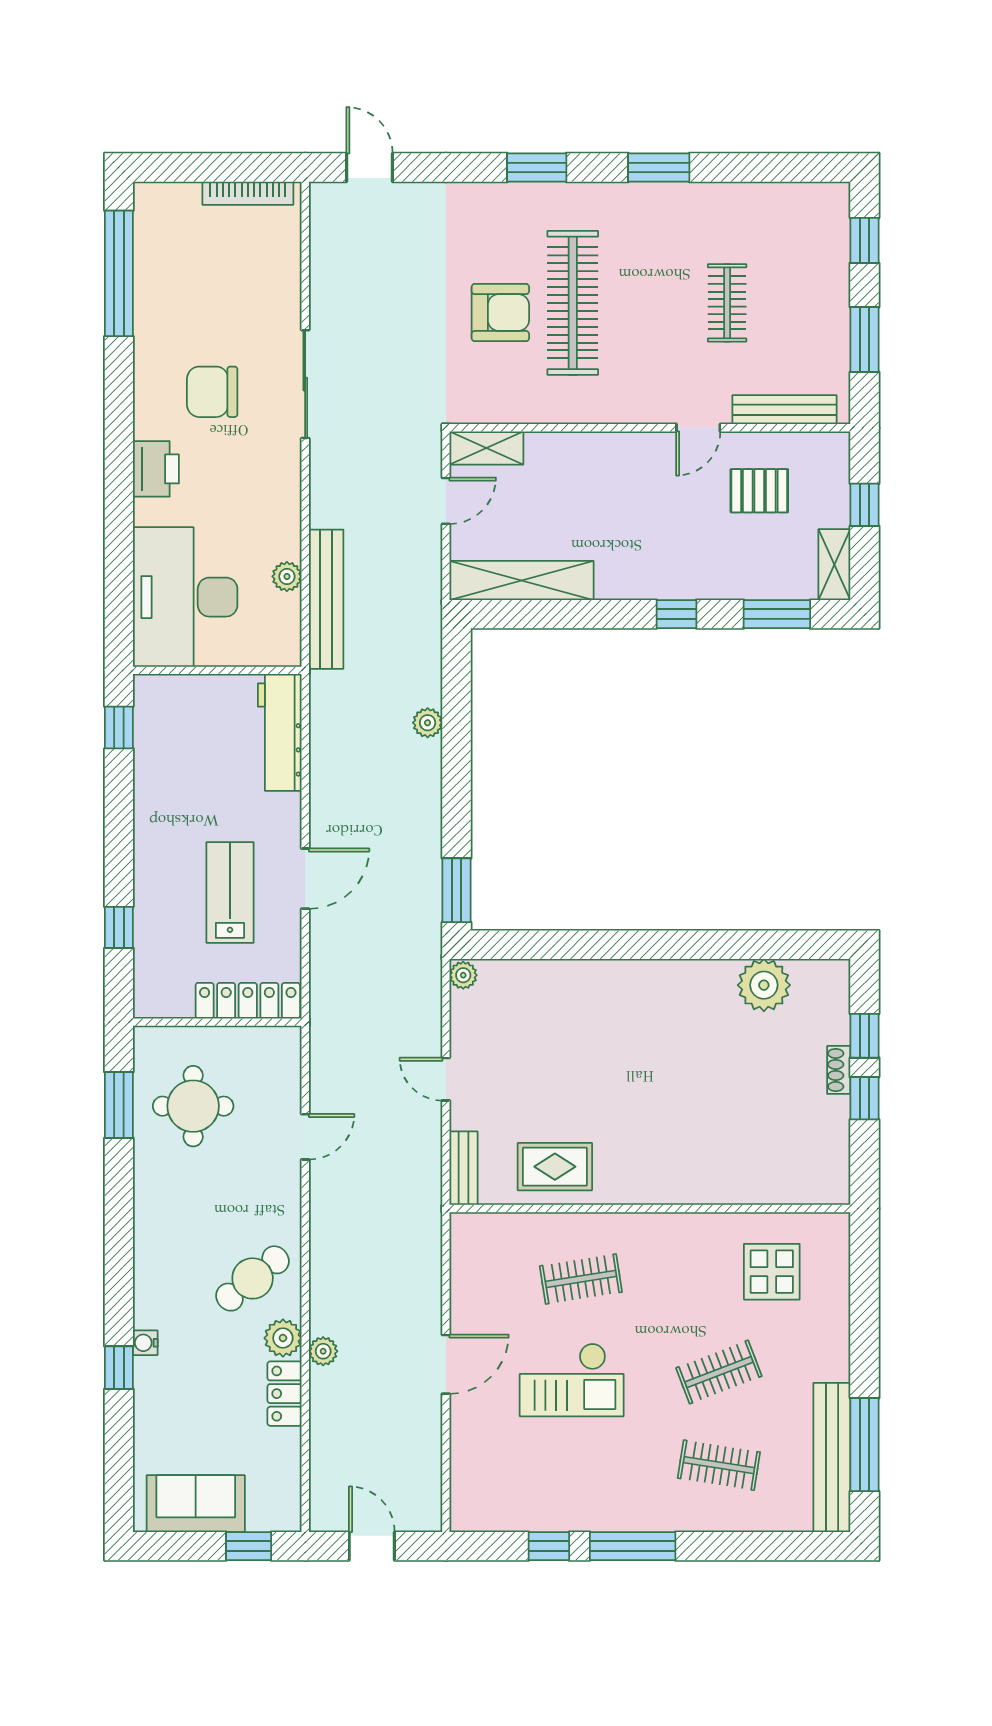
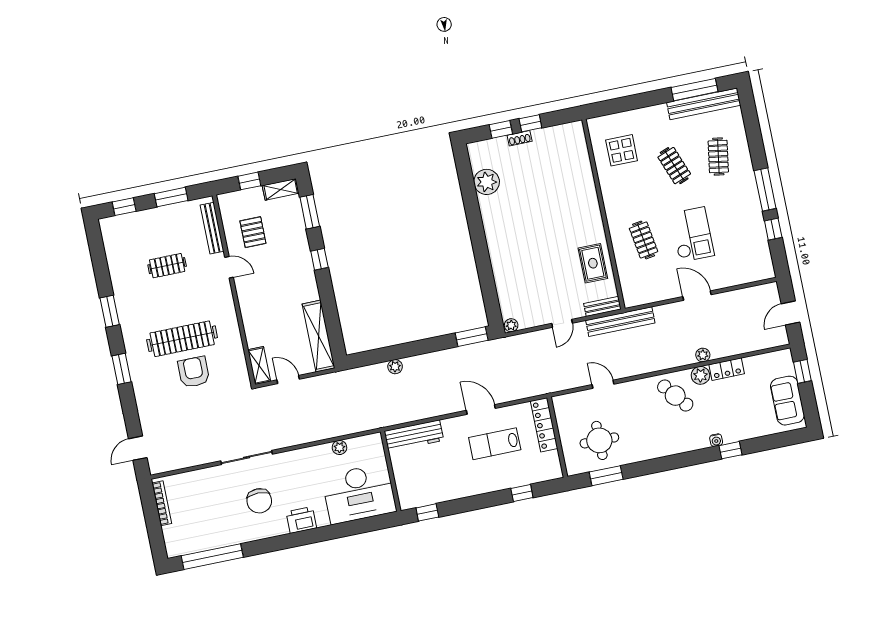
bench: (326, 599) -> (620, 322), moved

